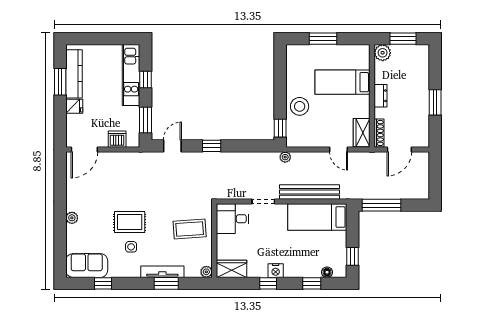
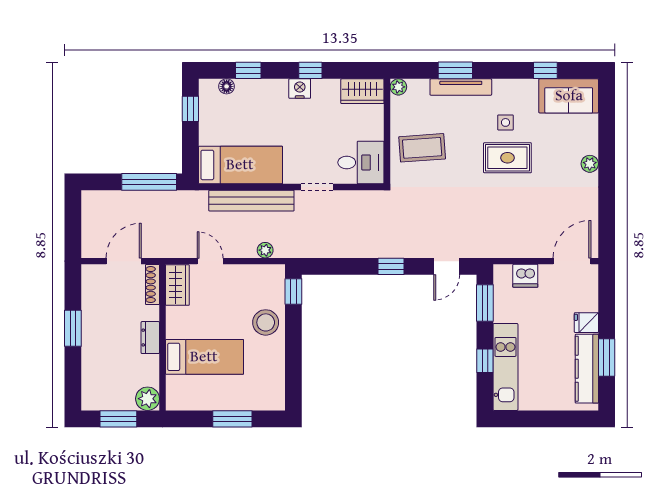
plant: (285, 157) -> (265, 250), moved

